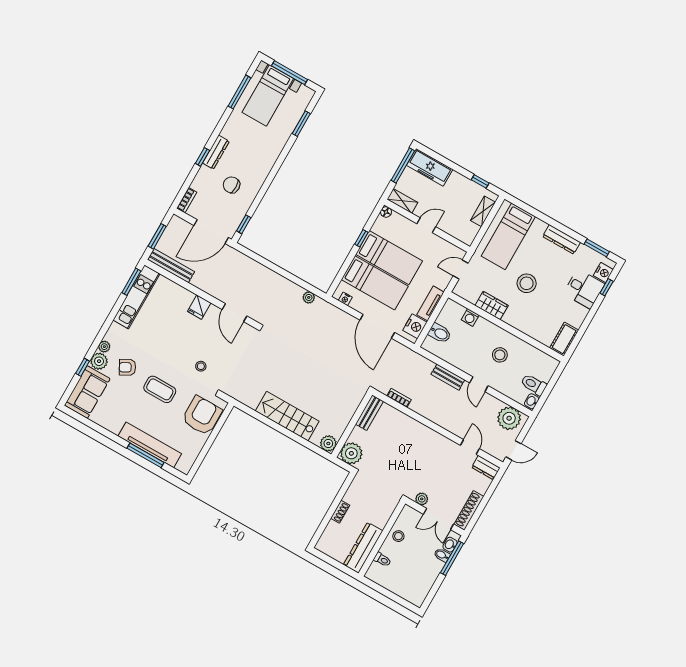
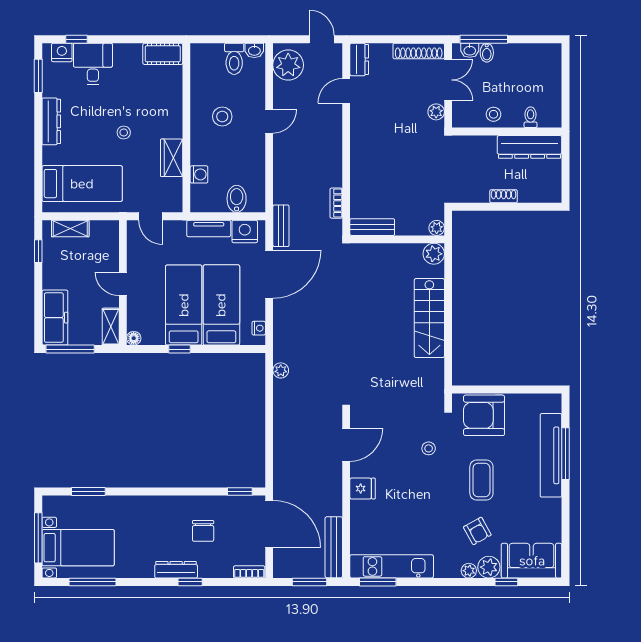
stool: (527, 283) -> (124, 132), width x0.53, depth x0.53
bench: (448, 377) -> (281, 226), moved
plant: (351, 453) -> (437, 228), width x0.53, depth x0.53

